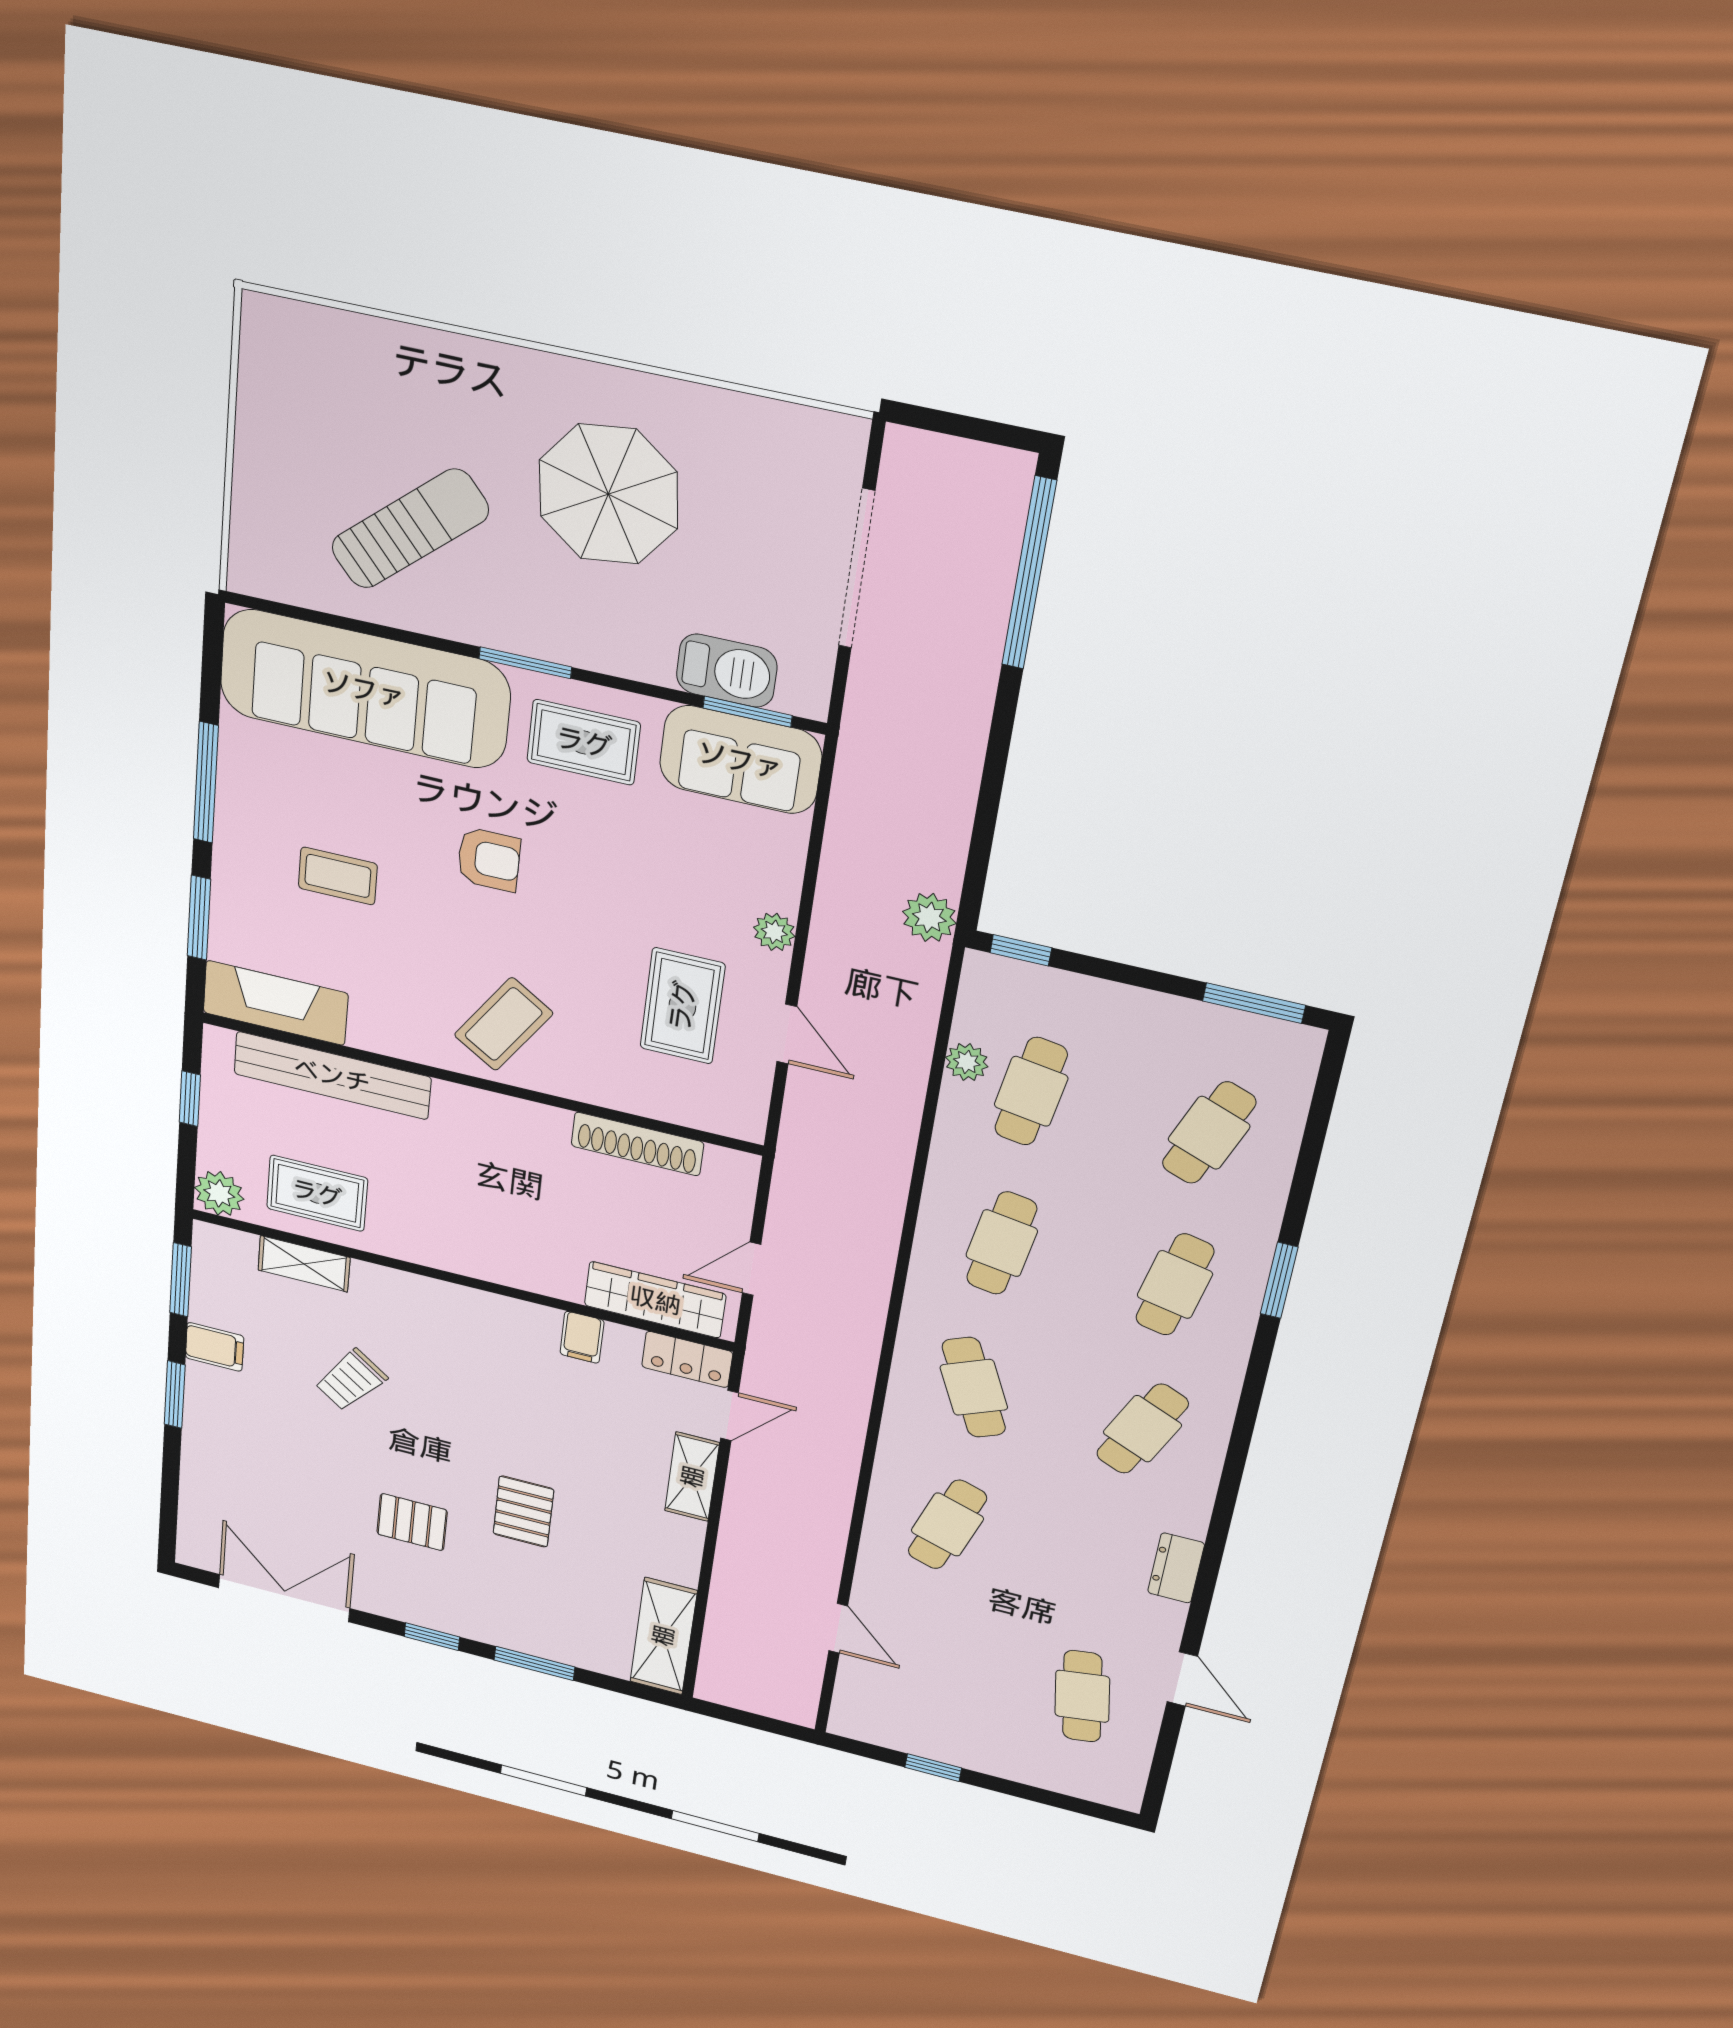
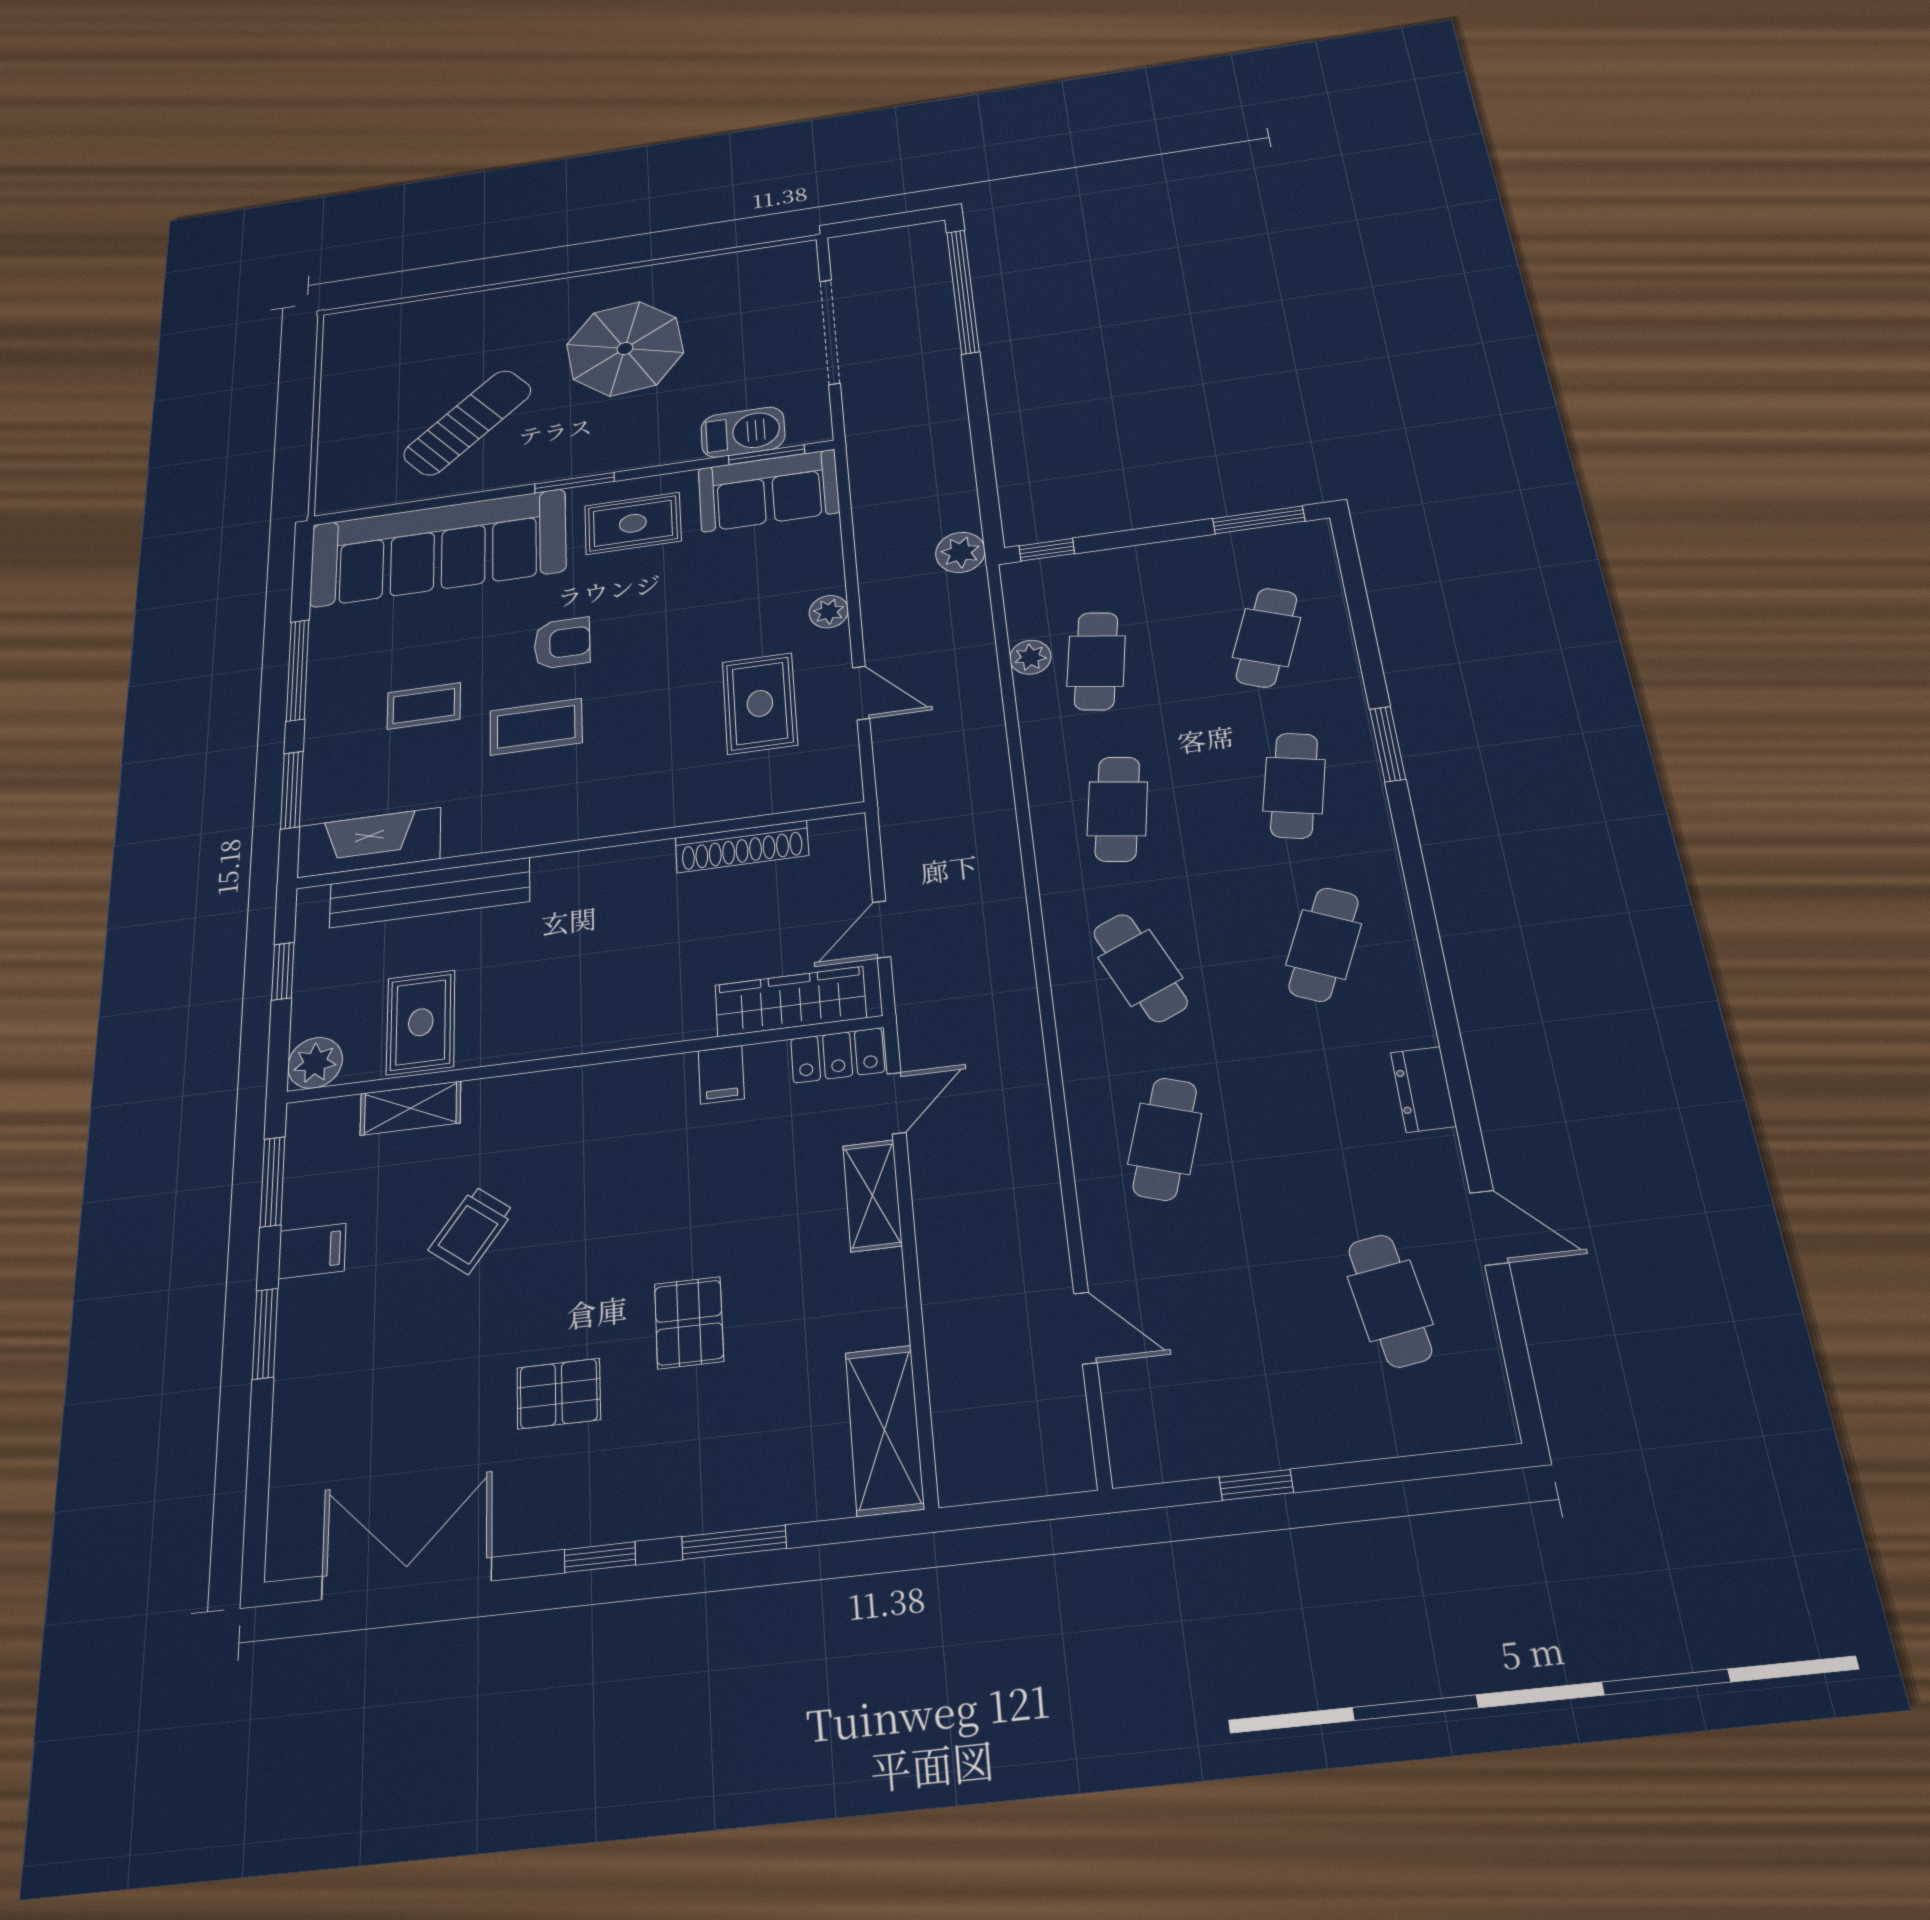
coffee table: (504, 1024) -> (536, 727), moved, turned 57
rug: (317, 1193) -> (421, 1022), turned 90

